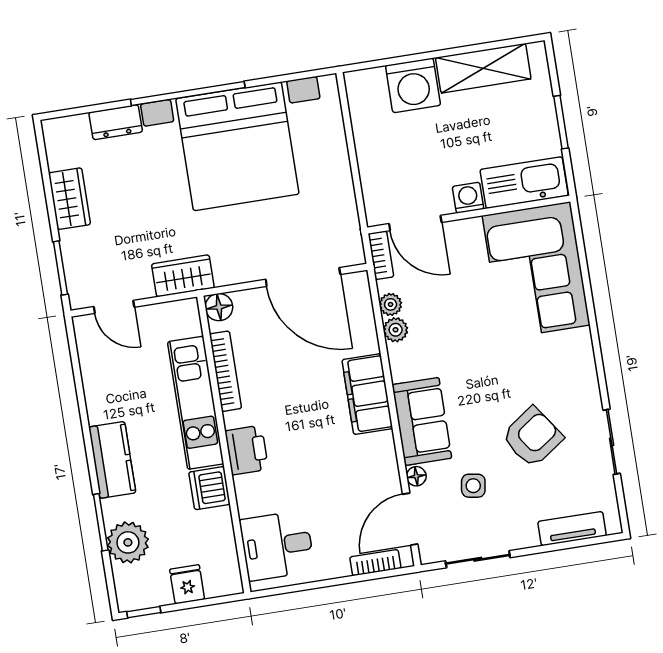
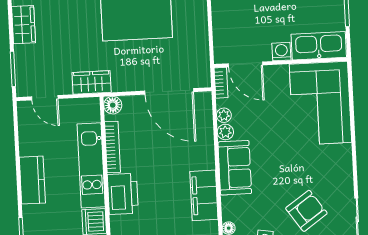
filing cabinet: (367, 394) -> (204, 195), moved
sofa: (422, 421) -> (235, 168), moved
printer: (247, 450) -> (123, 194), width x1.37, depth x1.19
kitchen counter: (112, 460) -> (32, 180), moved

